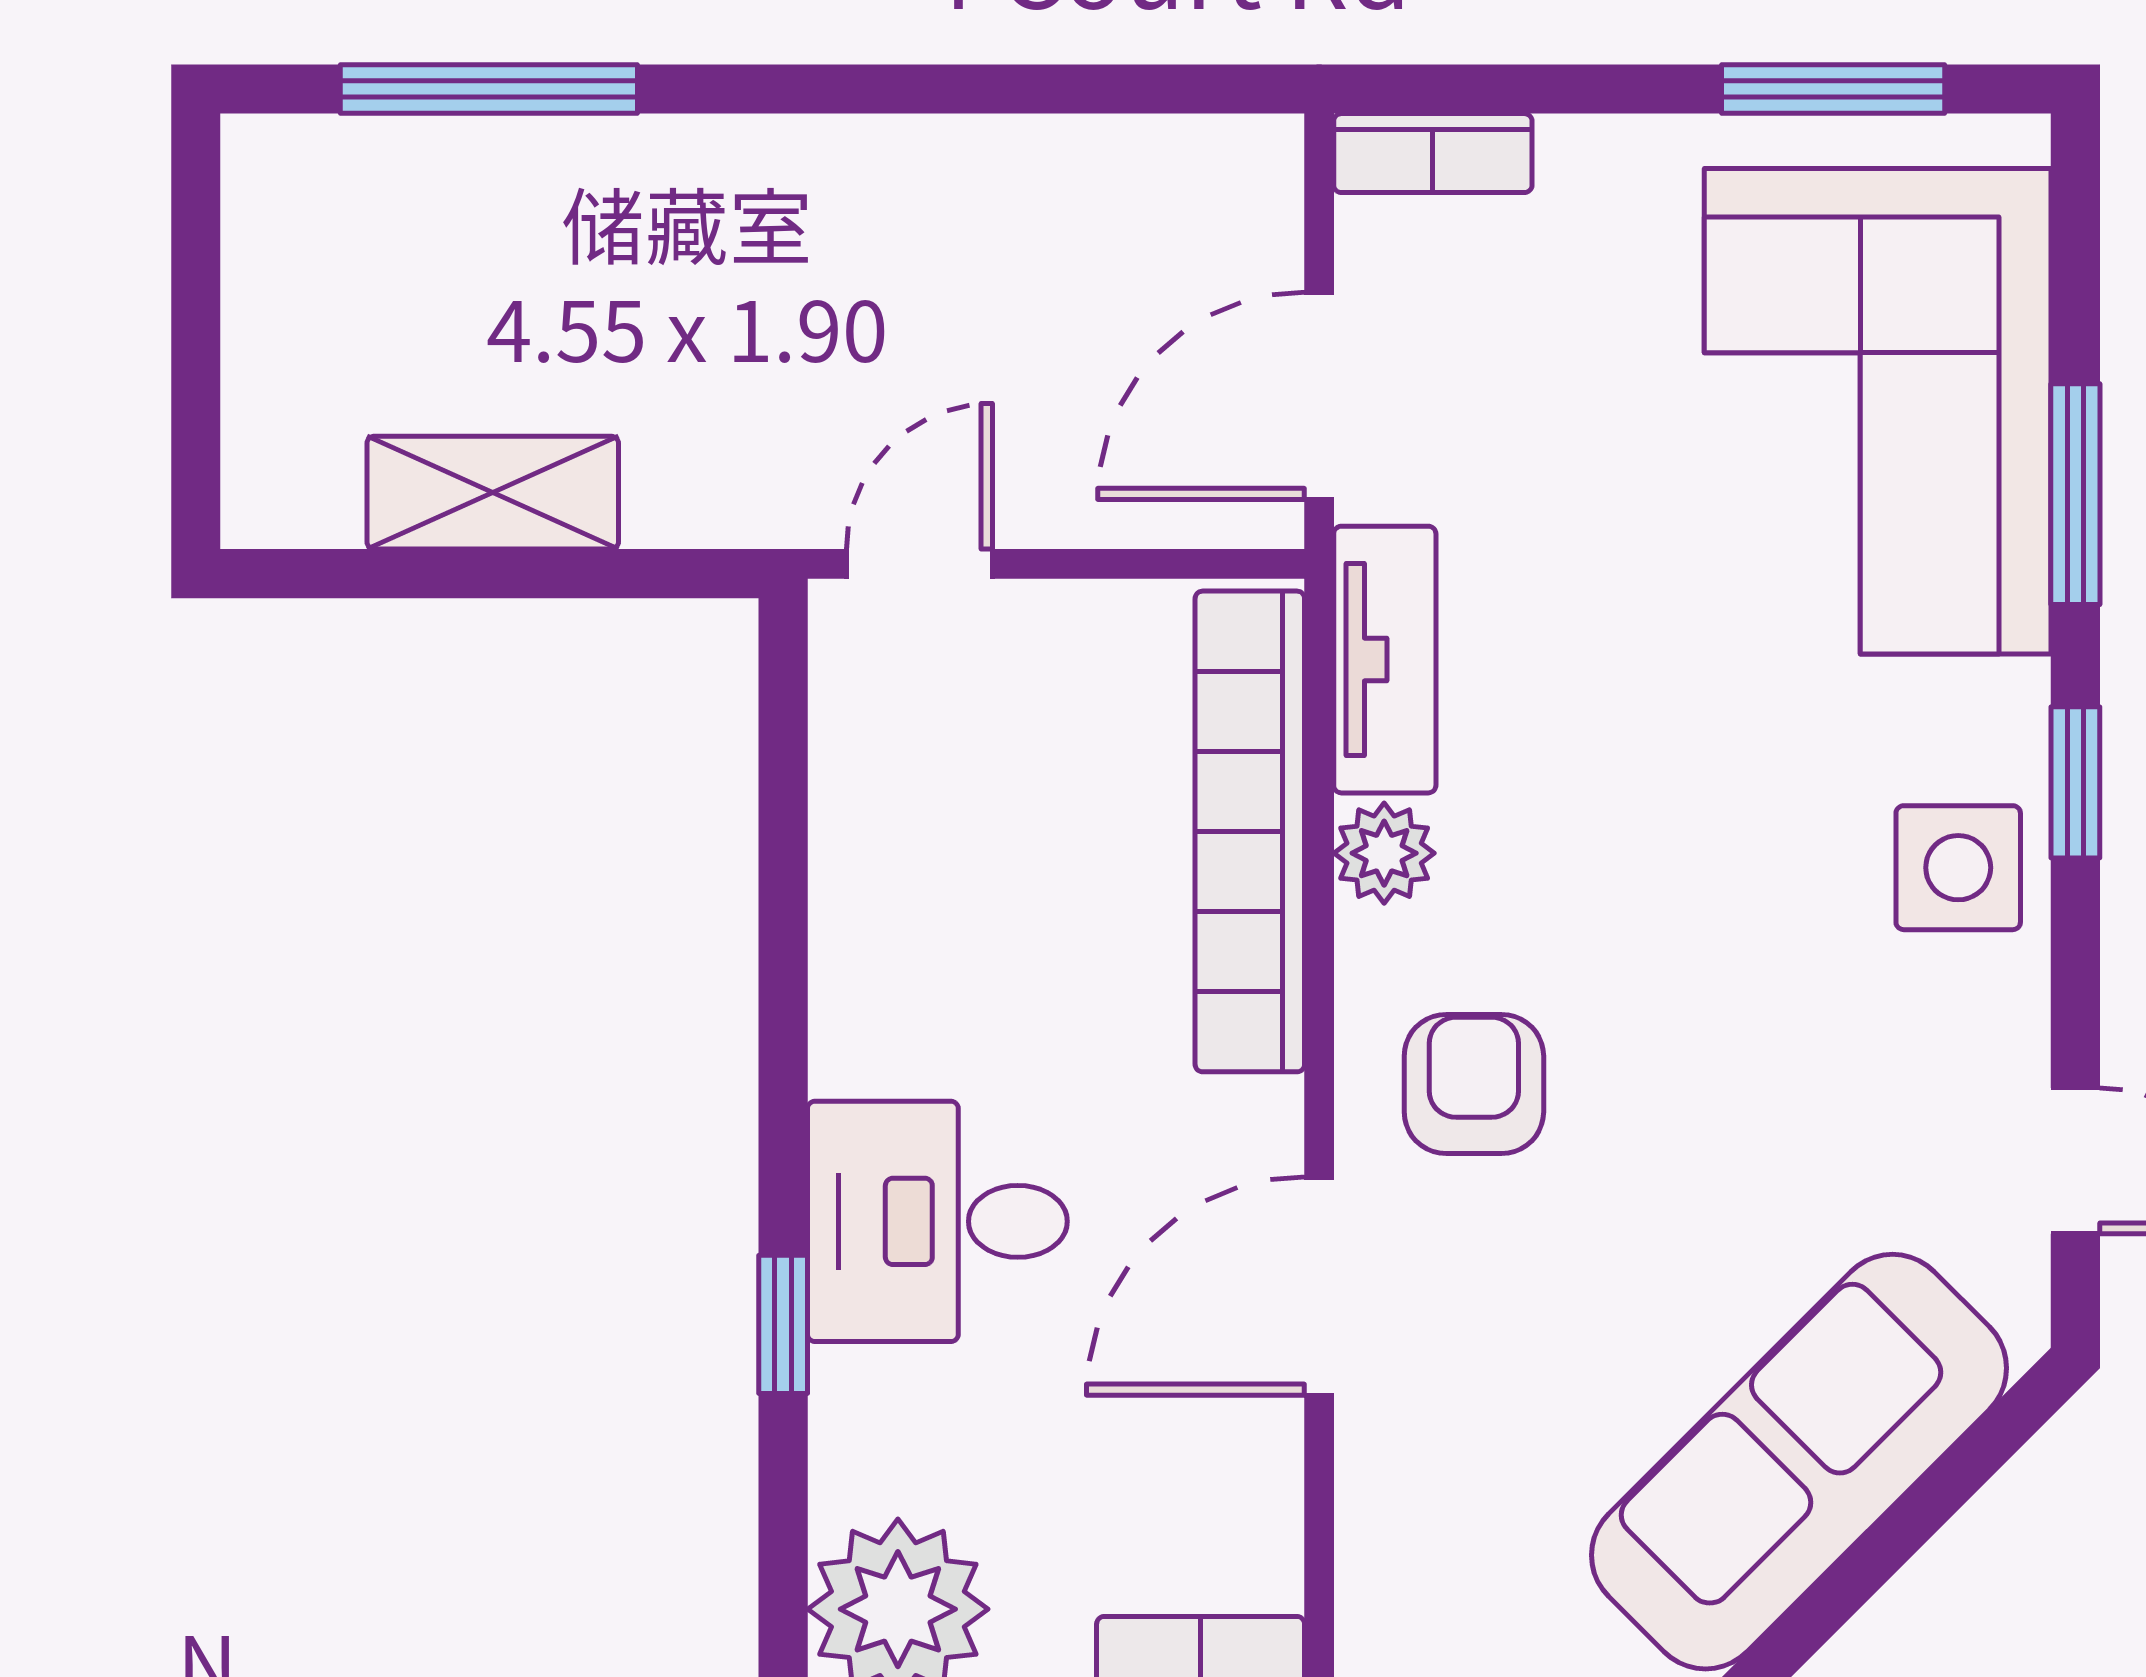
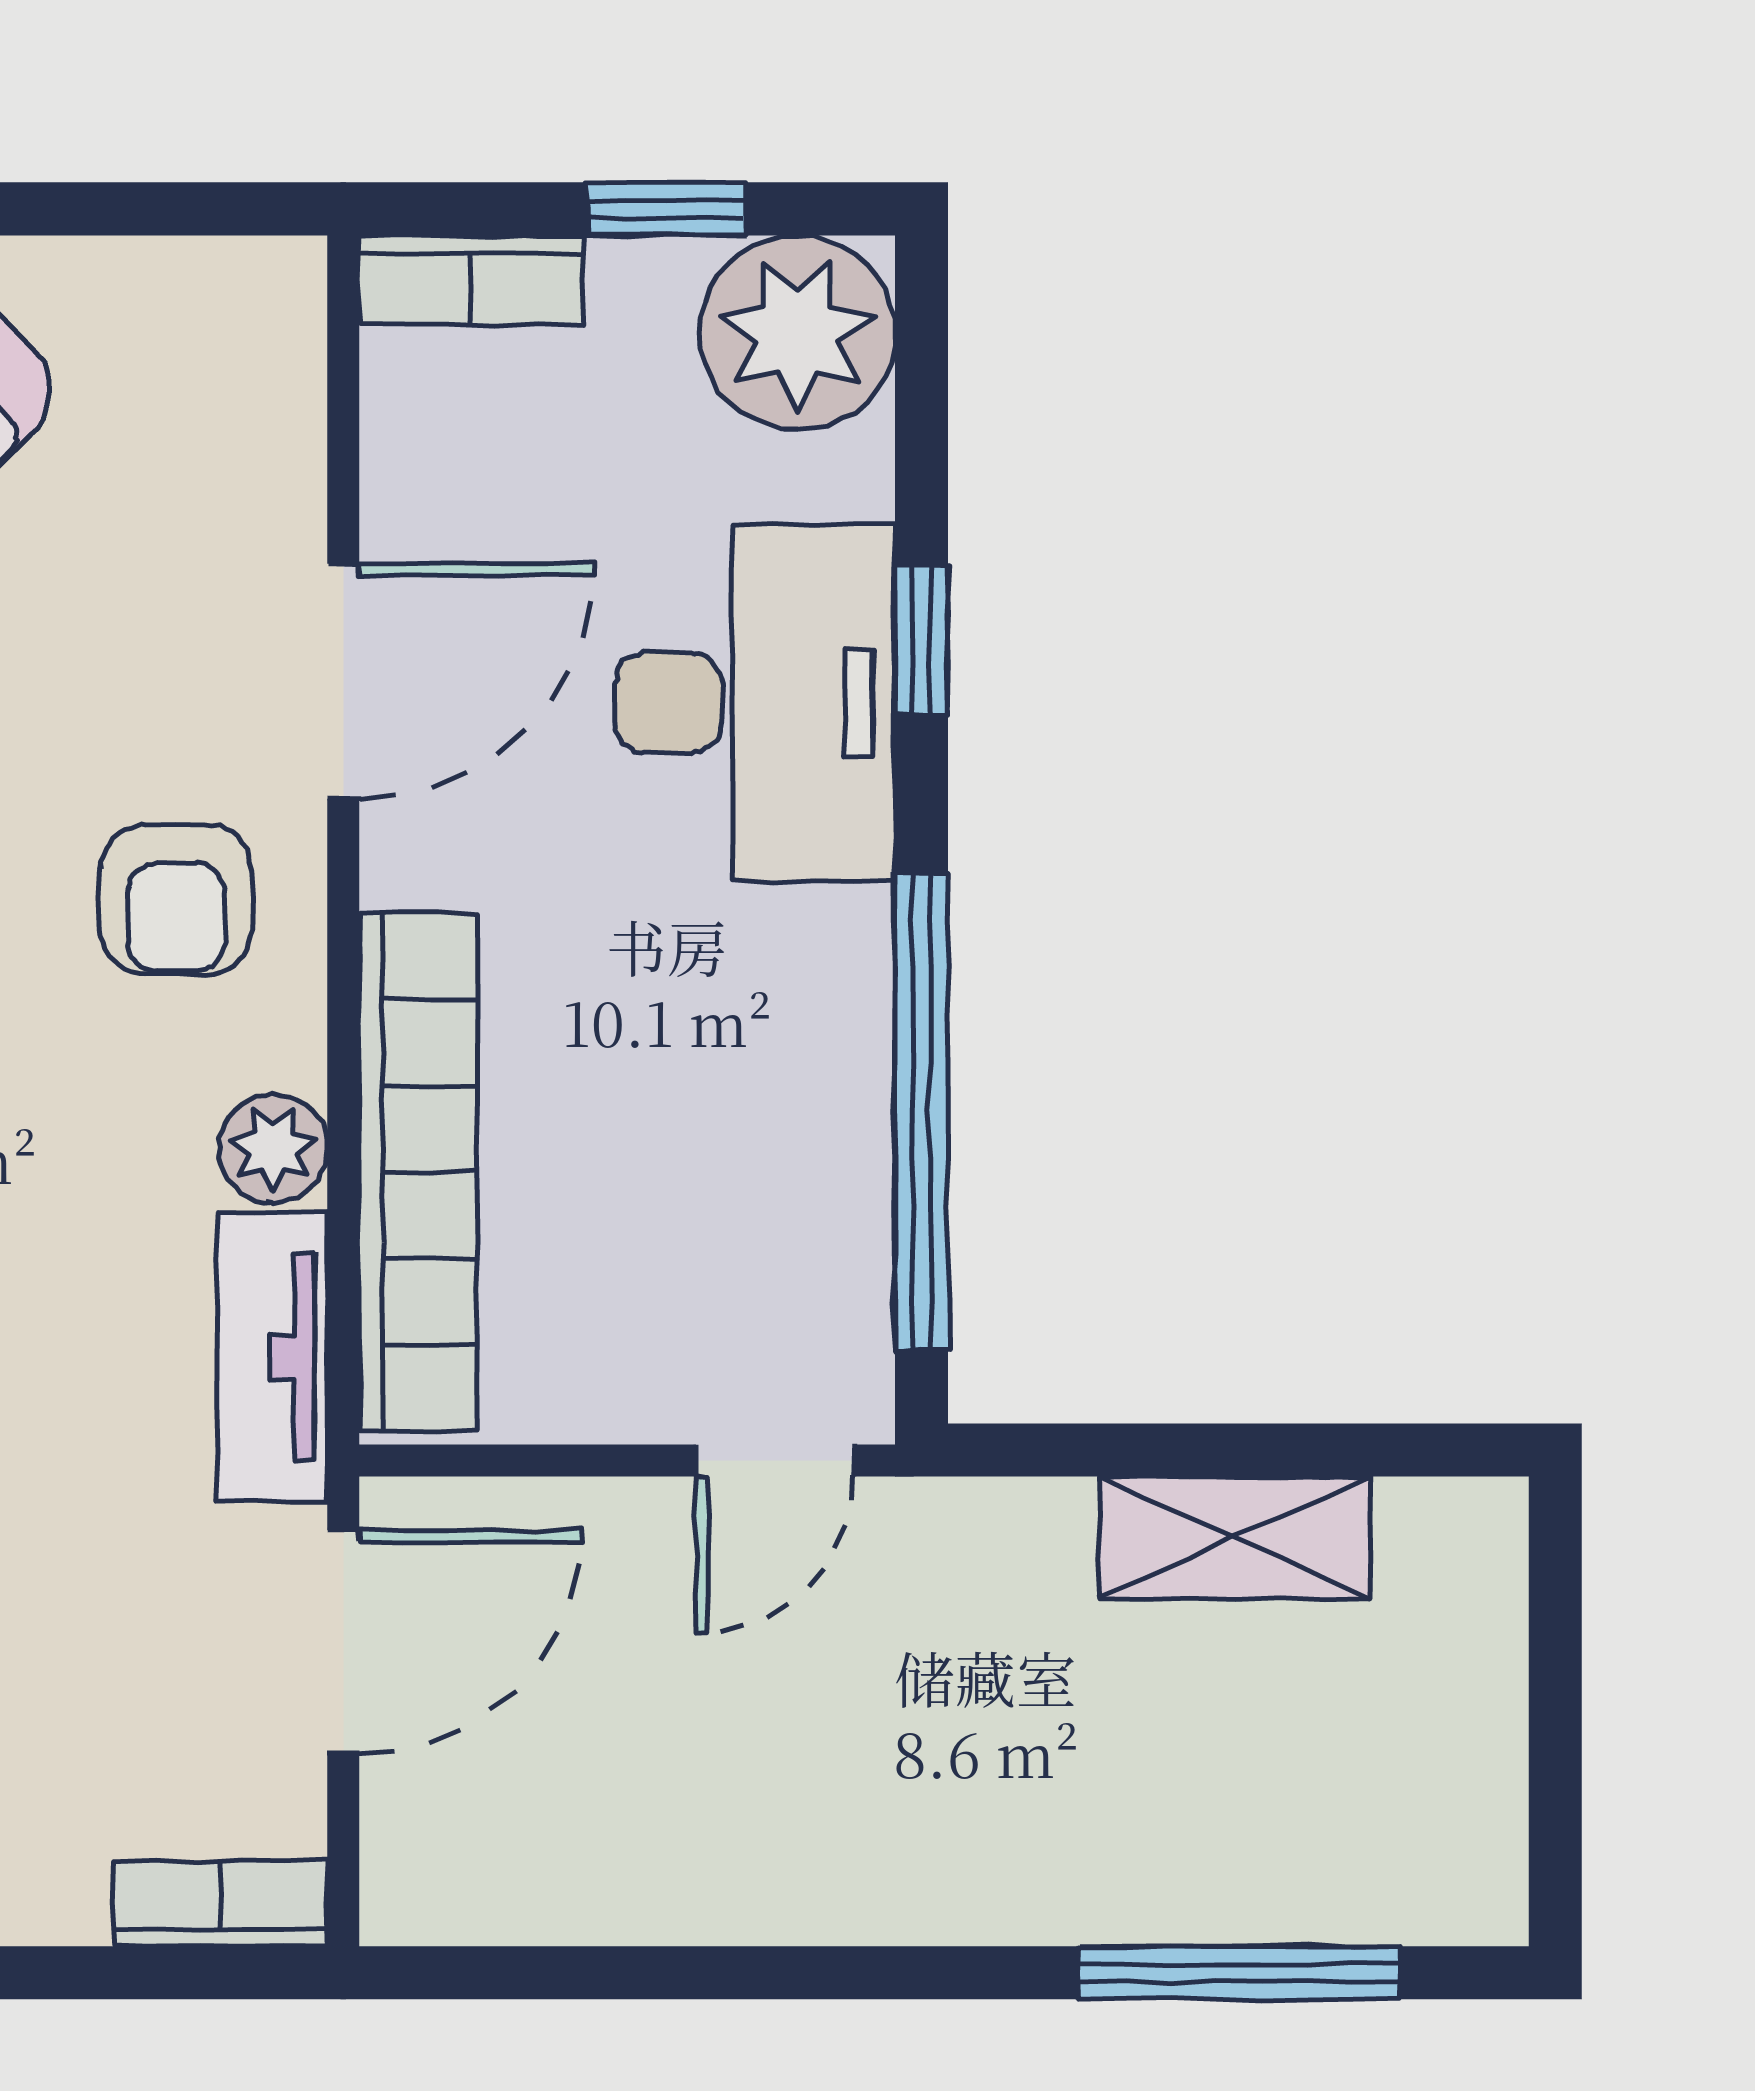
window: (783, 888) -> (921, 1111), added
desk: (937, 1221) -> (755, 703), width x1.37

